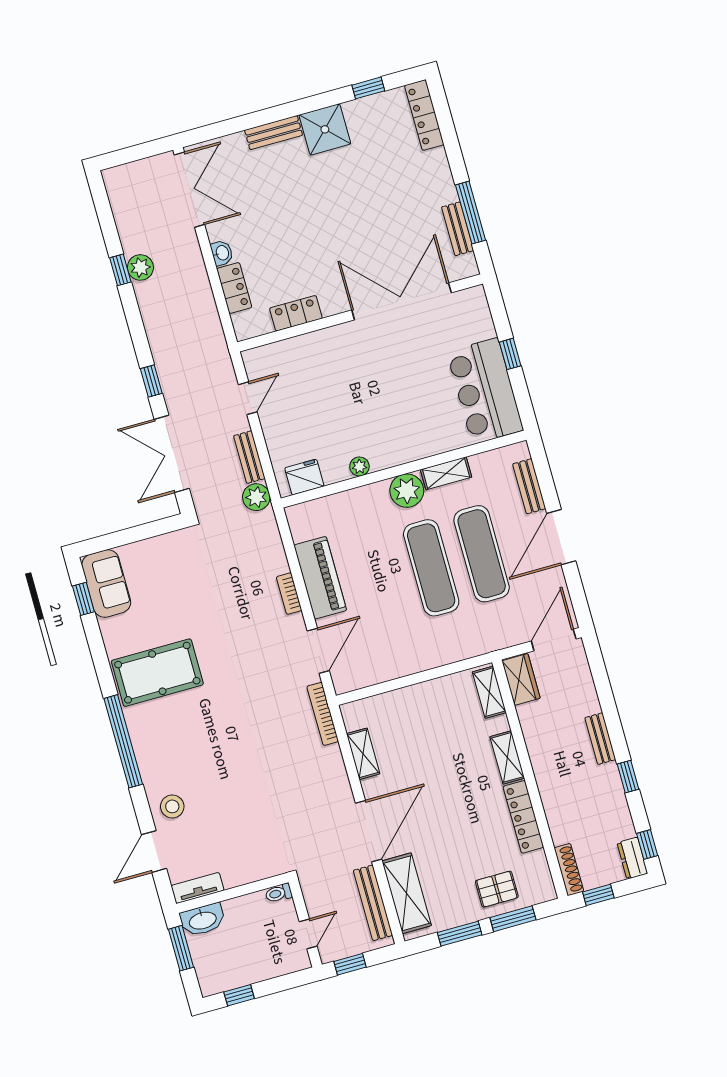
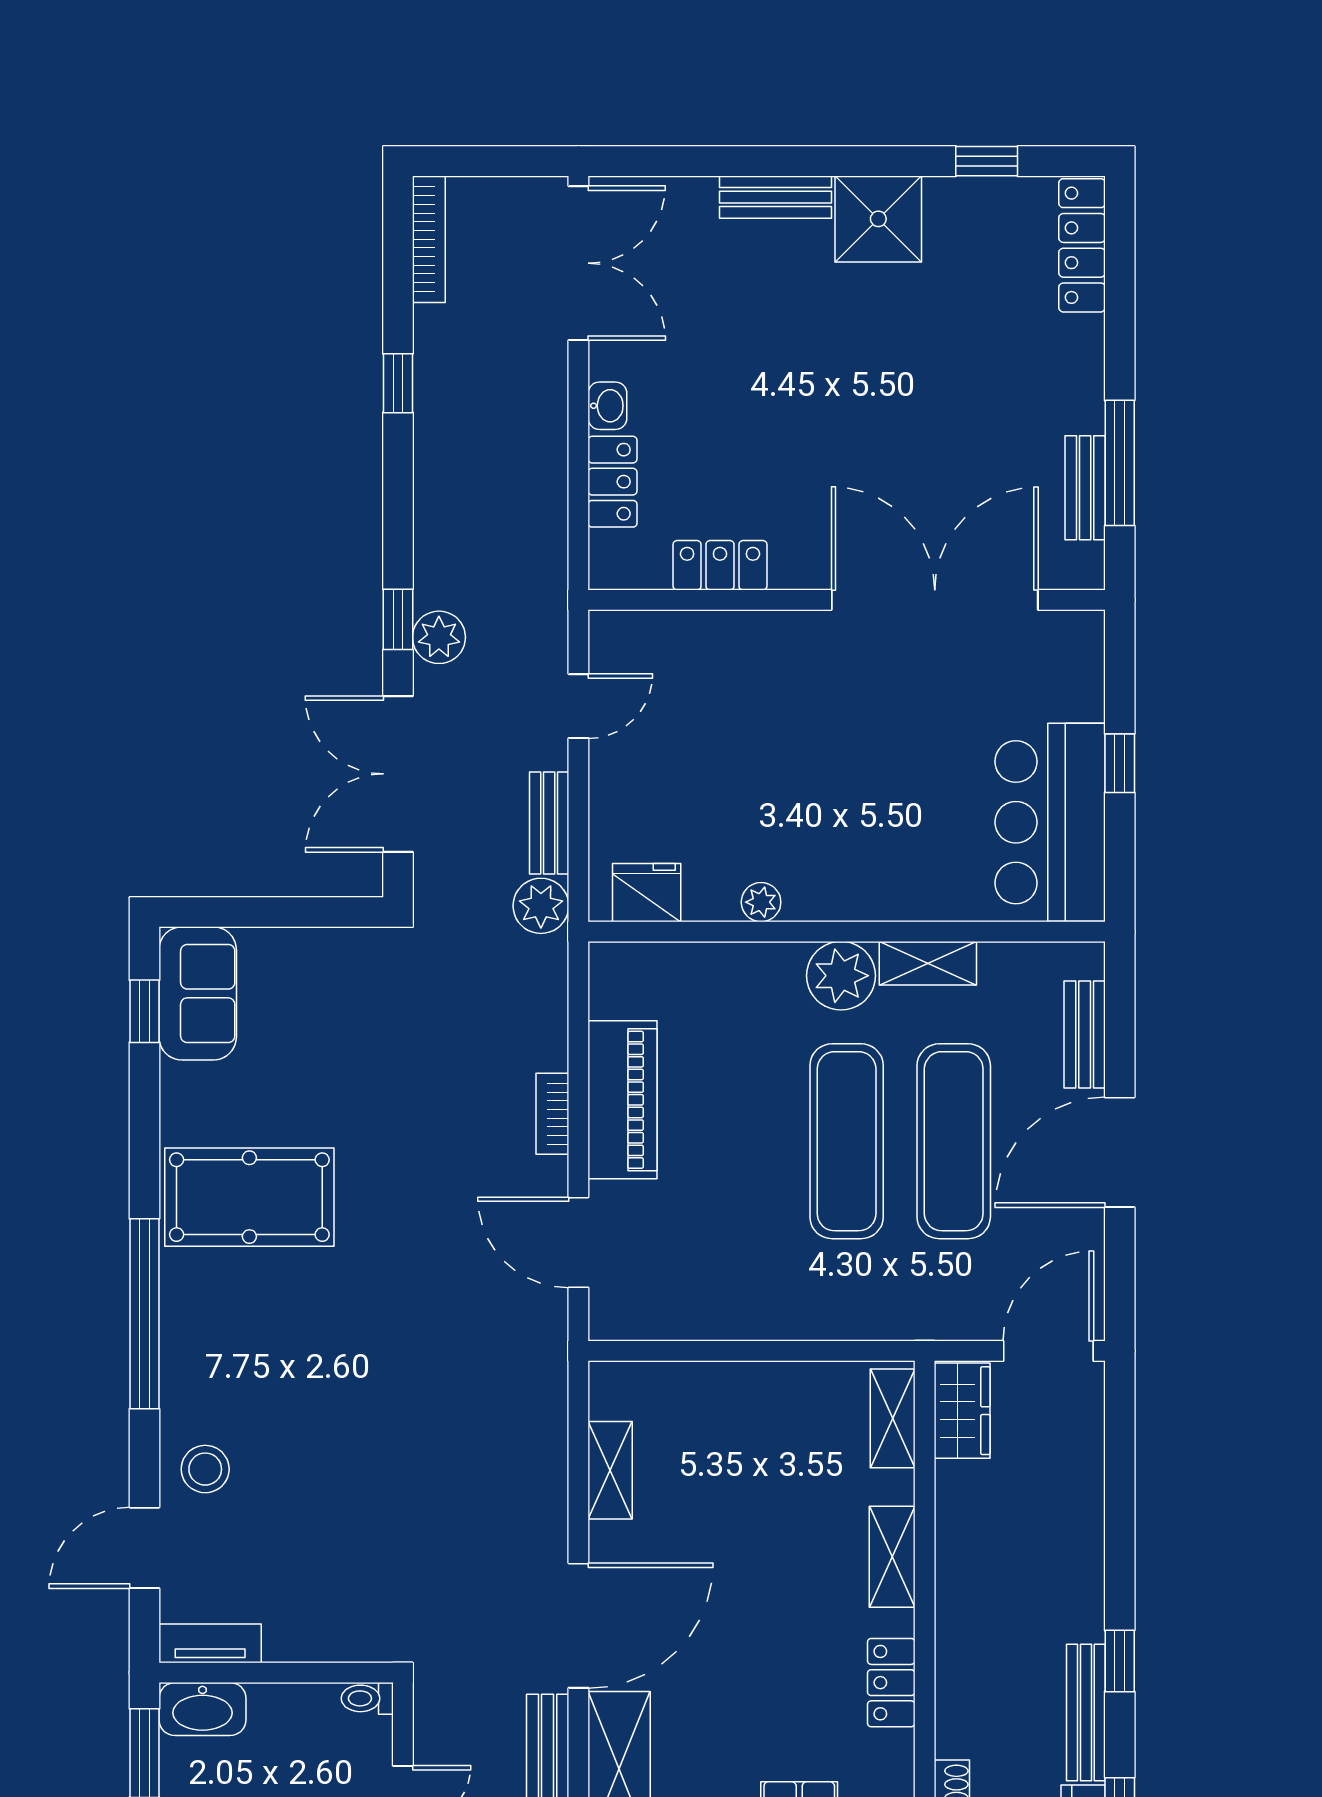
plant: (140, 267) -> (439, 637), moved
door: (318, 651) -> (578, 1242), swing flipped
bookcase: (323, 714) -> (429, 239), moved, turned 180
bench: (600, 739) -> (1086, 1712), moved, width x1.36
locker: (523, 817) -> (891, 1683), width x0.66

